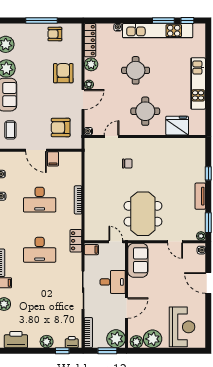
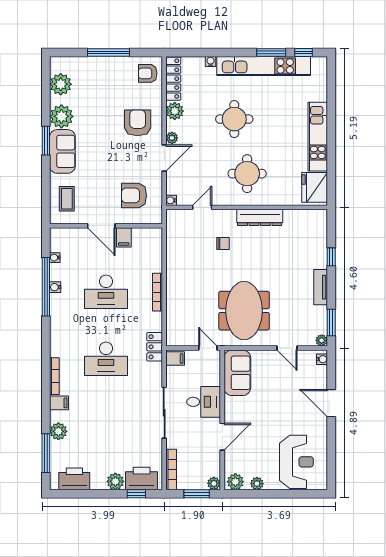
armchair: (55, 34) -> (148, 73), moved
fridge: (177, 126) -> (315, 187), moved, turned -90
dresser: (155, 144) -> (260, 217), added
plant: (116, 339) -> (214, 483), width x0.53, depth x0.53
plant: (153, 339) -> (257, 484), width x0.53, depth x0.53
printer: (72, 342) -> (142, 479), width x1.87, depth x1.48

